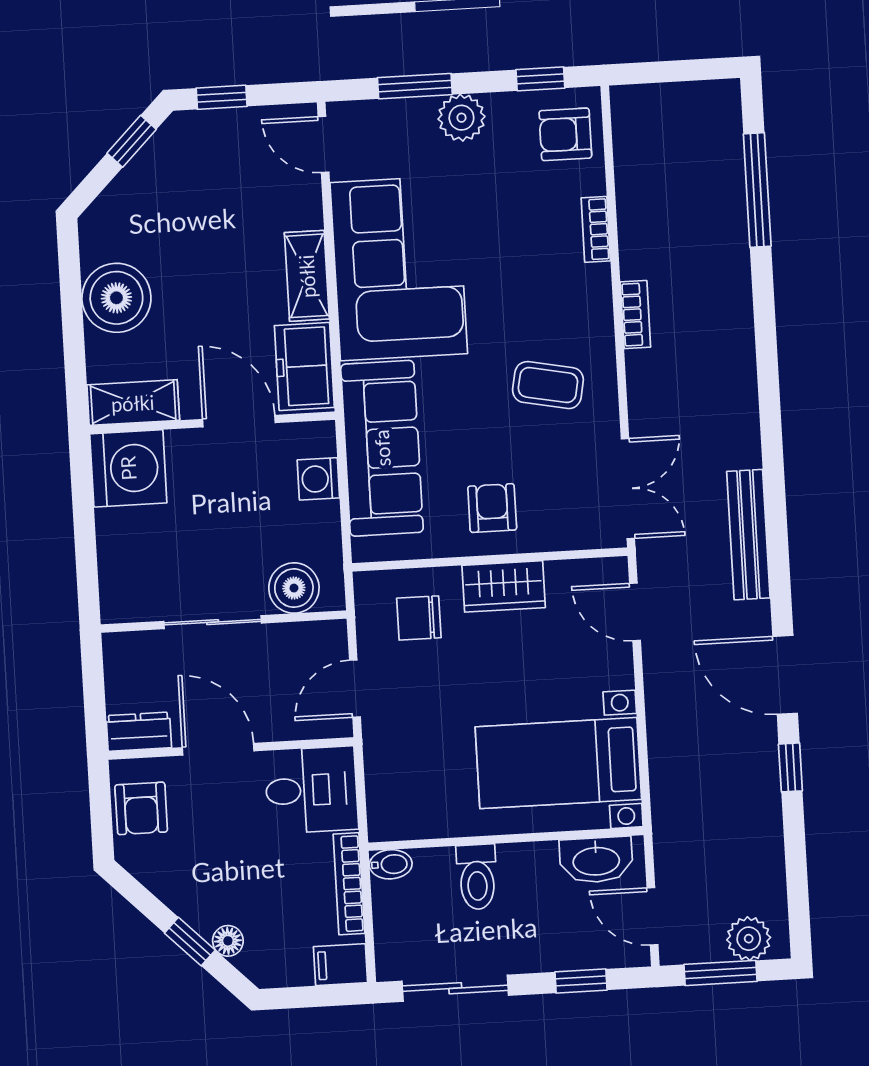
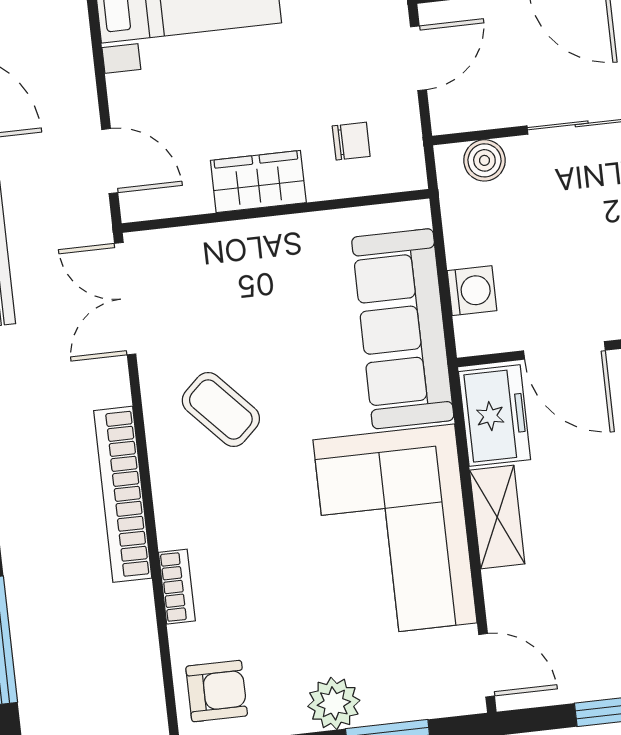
bookcase: (635, 314) -> (123, 494), width x2.31, depth x1.31
coffee table: (548, 385) -> (221, 410), turned 36
armchair: (492, 508) -> (276, 269), removed
boiler: (294, 588) -> (484, 160), width x0.73, depth x0.73
chair: (419, 618) -> (351, 141), width x0.73, depth x0.73

